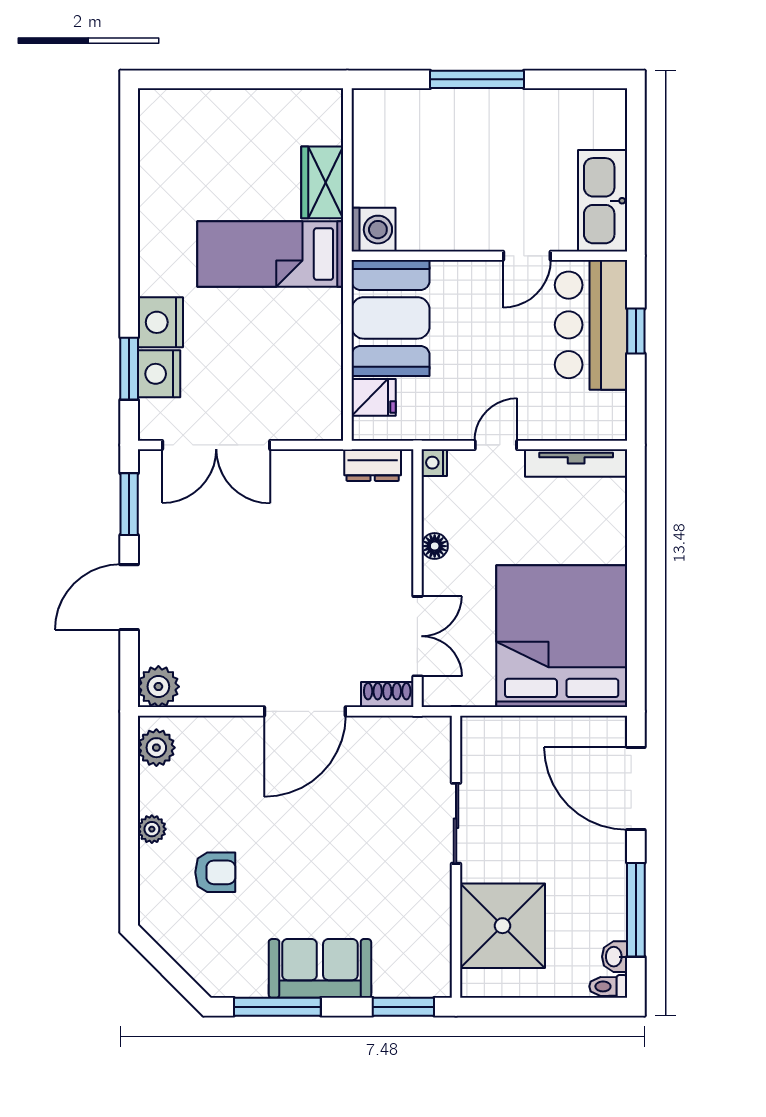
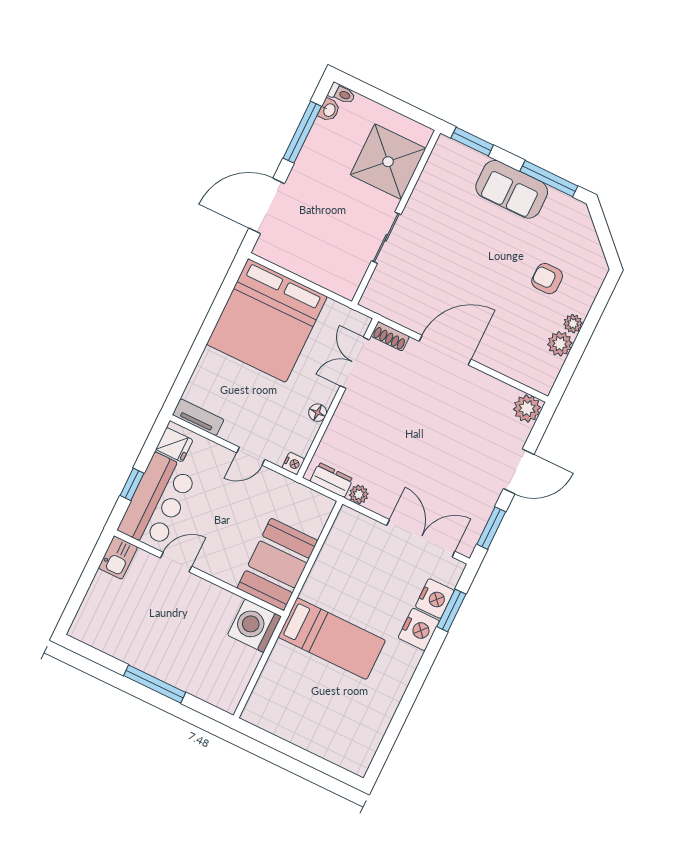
wardrobe: (322, 182) -> (279, 667), removed
kitchen sink: (603, 201) -> (118, 558), width x0.53, depth x0.81
washing machine: (374, 230) -> (254, 626), width x1.37, depth x1.37
fridge: (374, 397) -> (174, 445), moved, turned 180
tv unit: (576, 463) -> (198, 417), width x0.71
plant: (327, 464) -> (359, 494), added
plant: (156, 748) -> (560, 344), moved
door: (636, 789) -> (267, 206), swing flipped

